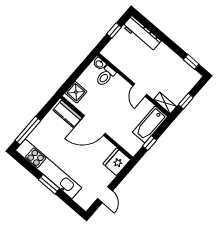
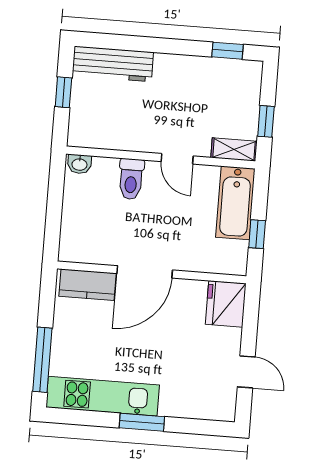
toilet: (106, 76) -> (131, 179), moved
shower: (76, 92) -> (75, 239), removed
kitchen unit: (49, 169) -> (103, 396), width x0.73

